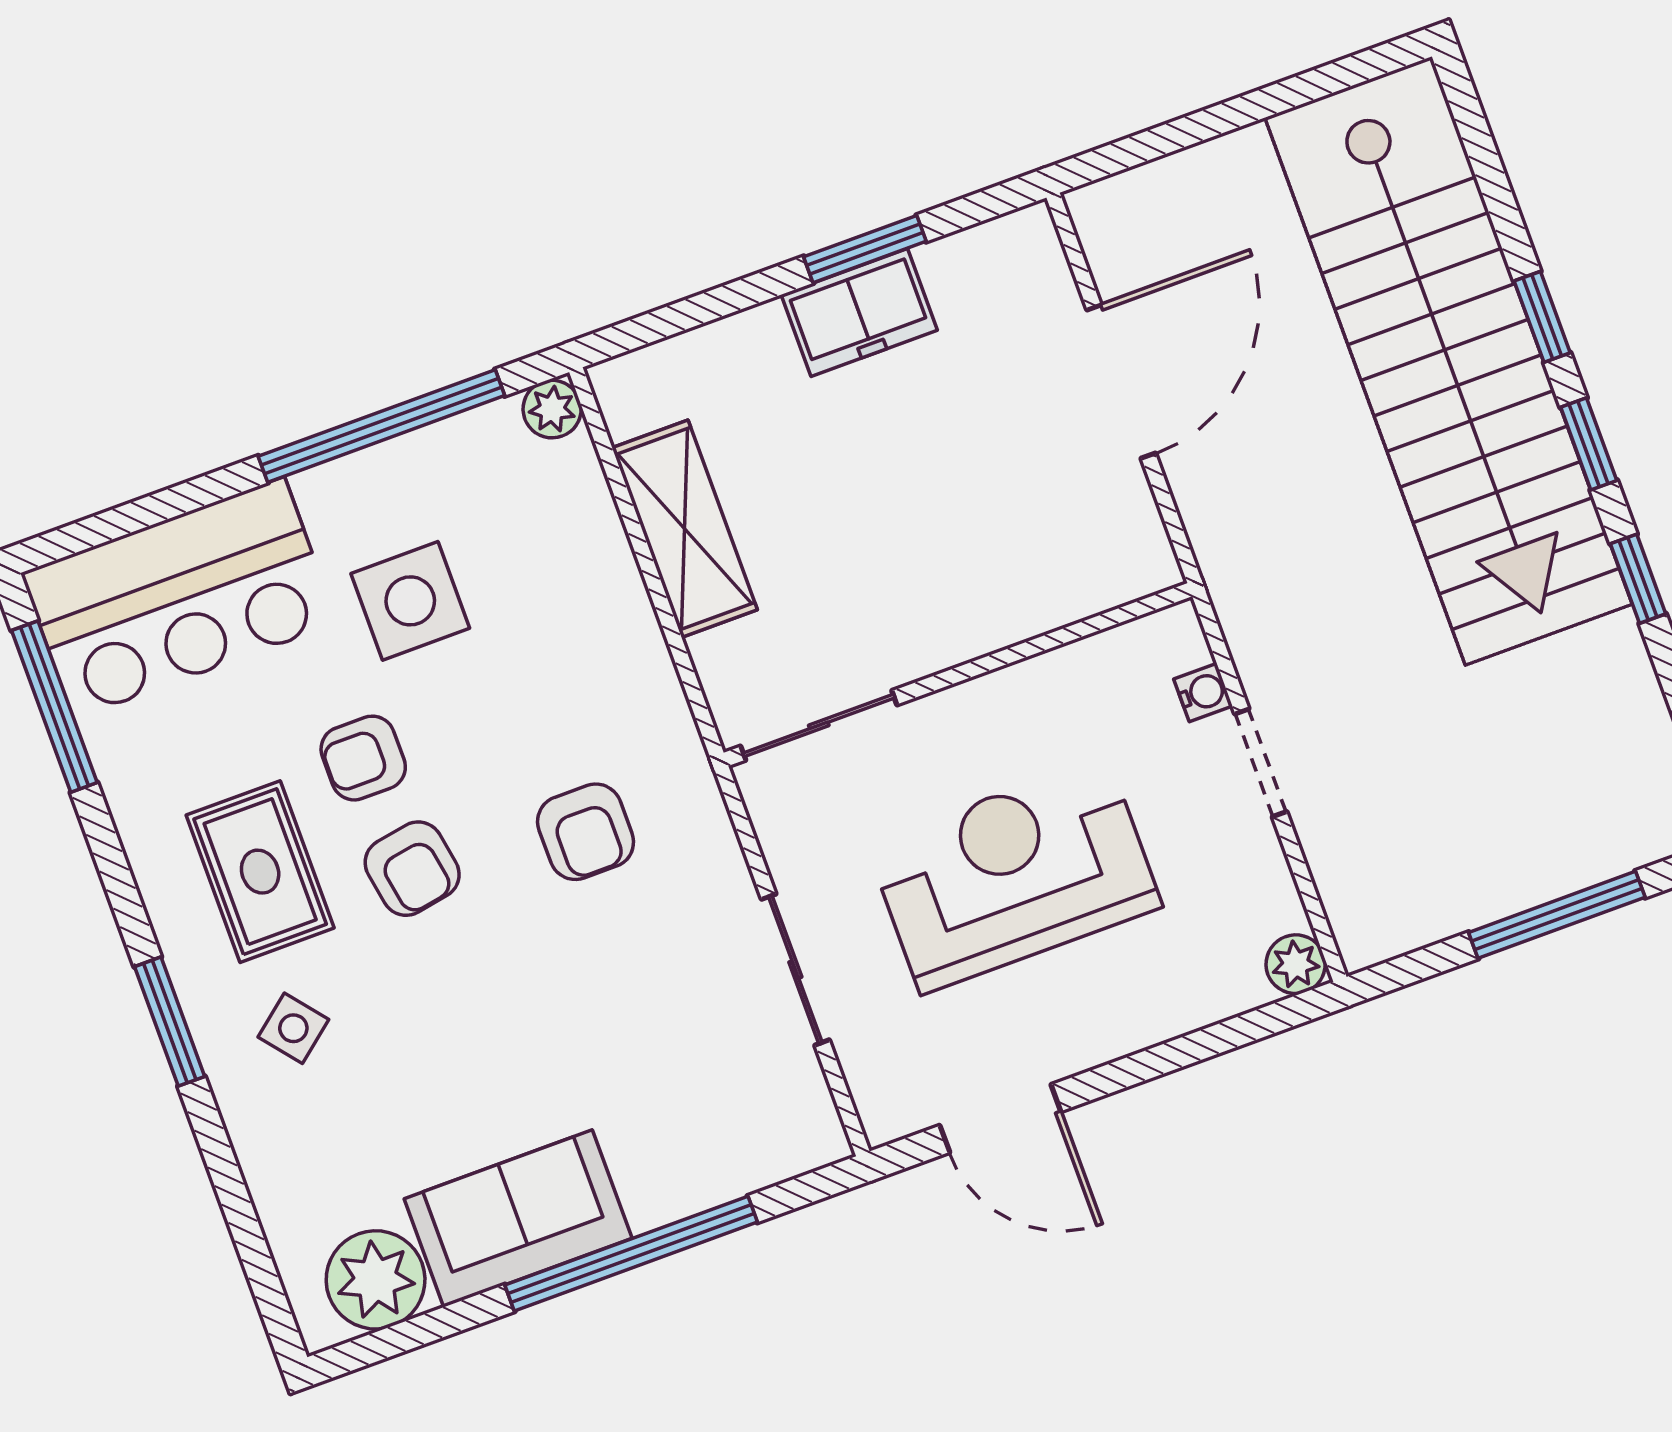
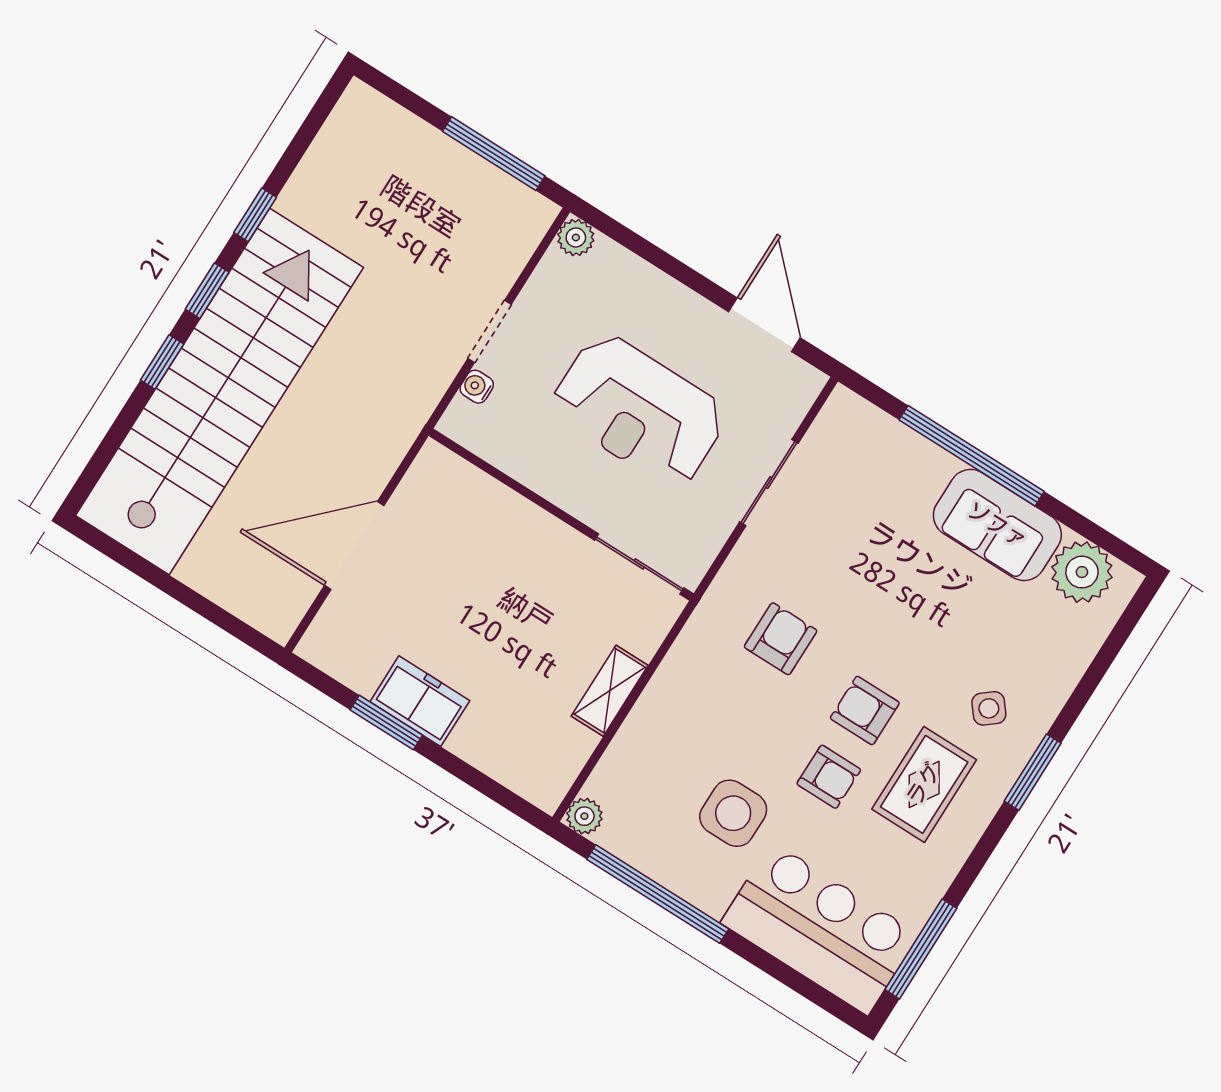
shelving: (685, 529) -> (610, 691), width x0.67, depth x0.75
armchair: (412, 869) -> (865, 710), turned -80
window: (1557, 915) -> (494, 154), moved

